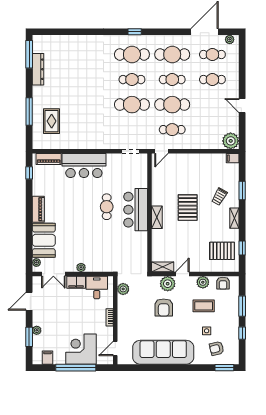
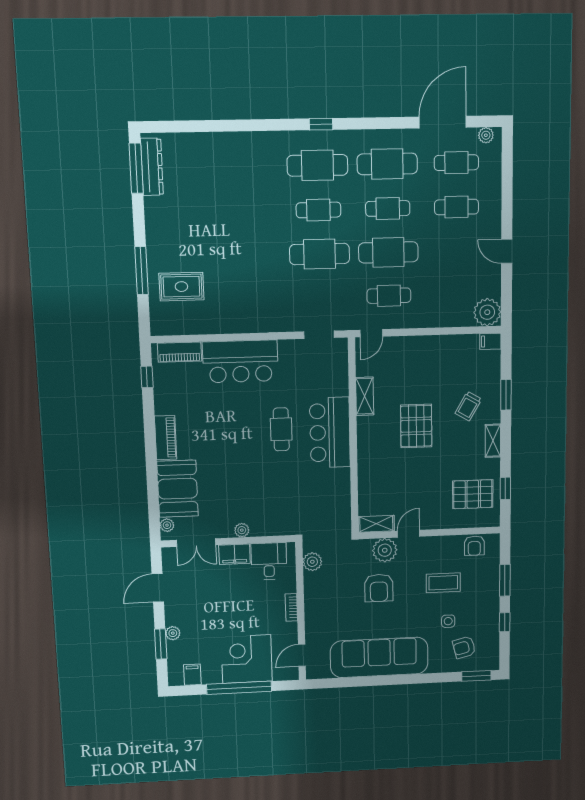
dresser: (38, 69) -> (152, 167), moved
rug: (52, 121) -> (181, 287), turned 90
shelving: (157, 217) -> (365, 396), moved
plant: (203, 282) -> (442, 546), removed

